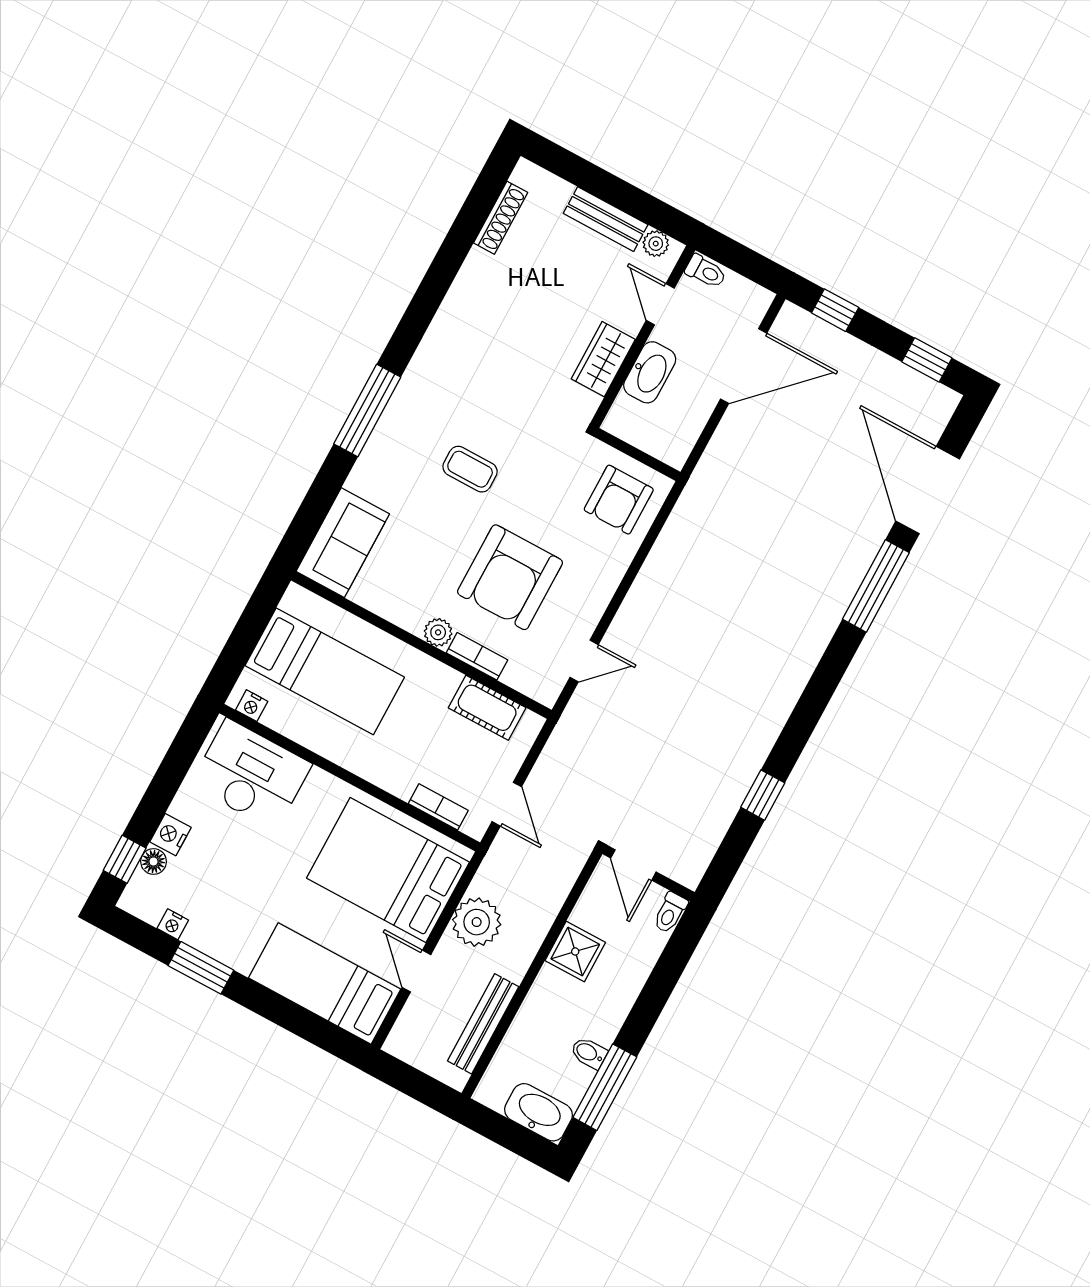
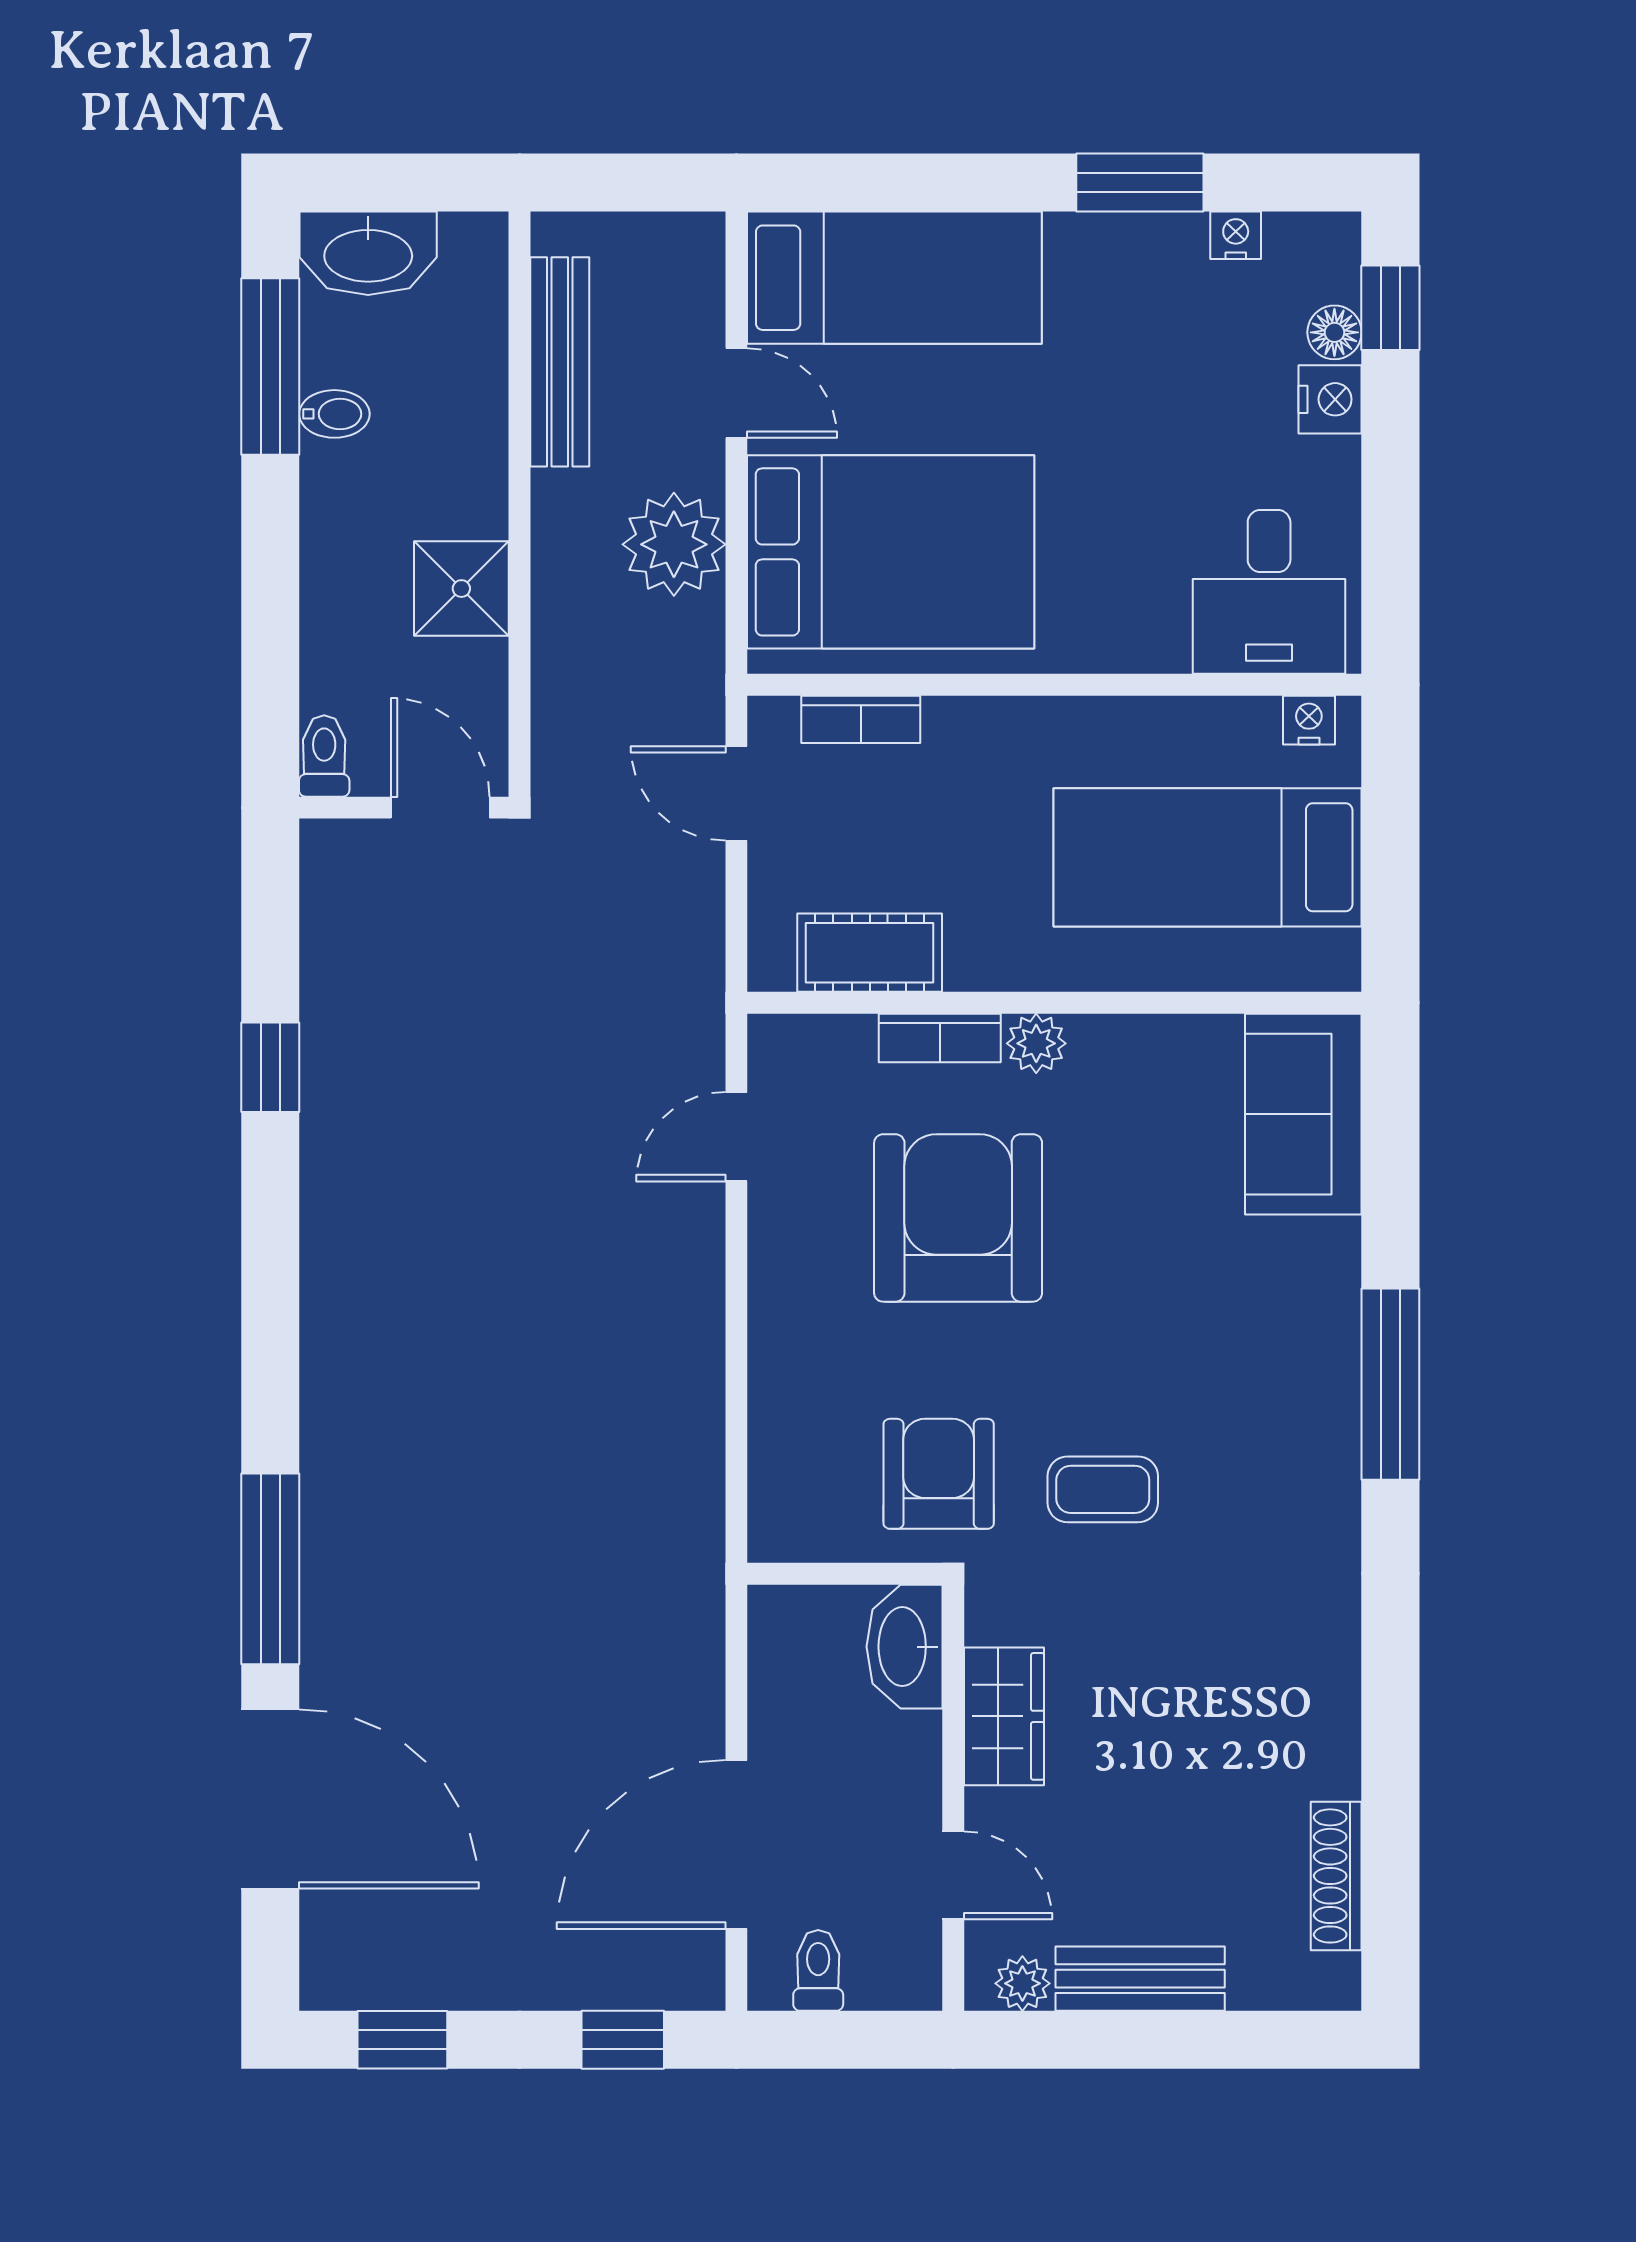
toilet: (706, 271) -> (818, 1970), moved, turned 90
washbasin: (650, 372) -> (904, 1647), moved
coffee table: (470, 469) -> (1103, 1489), moved
armchair: (619, 500) -> (939, 1474), moved
desk: (251, 774) -> (1269, 592), width x0.73

